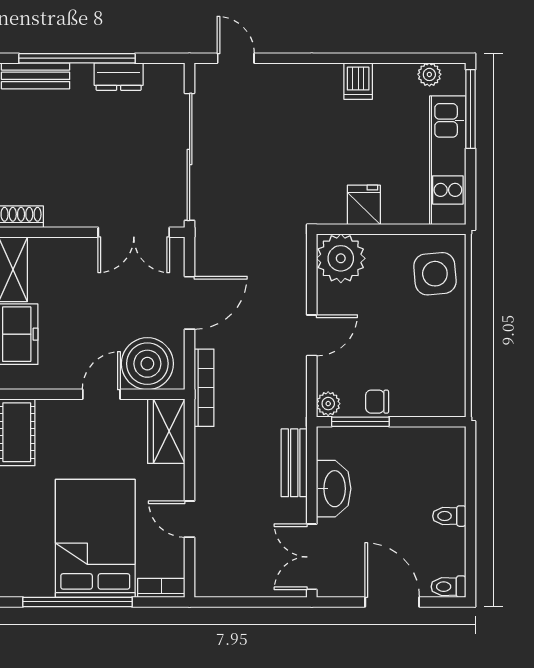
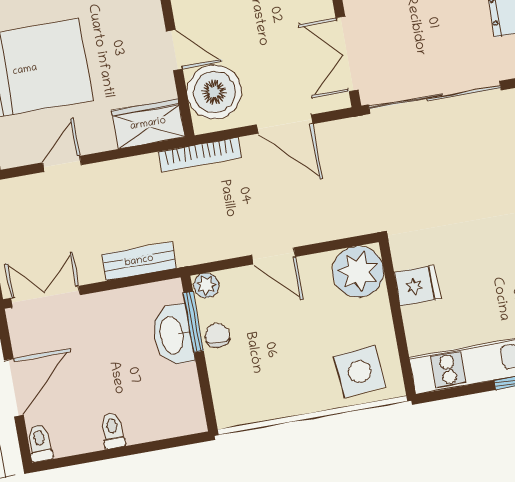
washbasin: (334, 489) -> (173, 335), moved, turned 90

